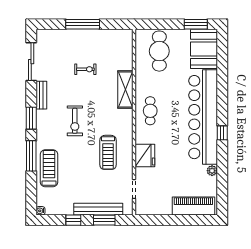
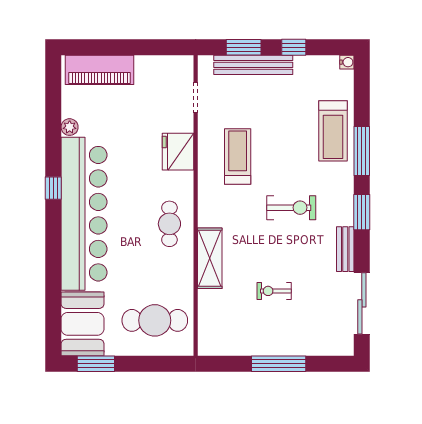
cafe table: (159, 51) -> (155, 320), turned 90
exercise bike: (75, 121) -> (291, 208), turned 90

